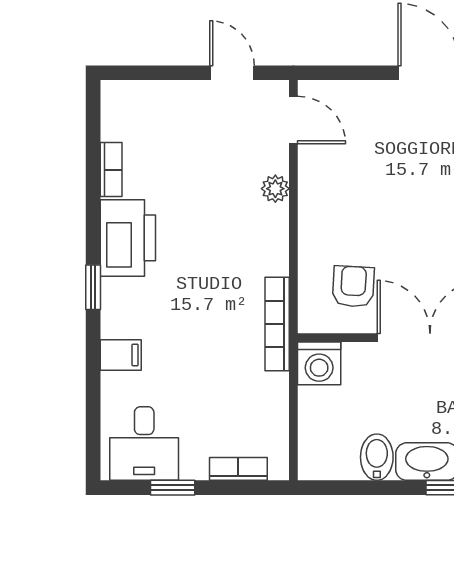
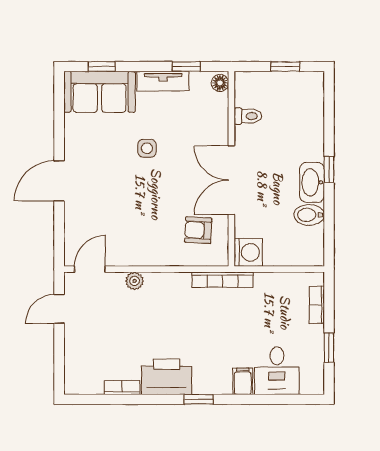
desk: (144, 444) -> (277, 371), moved, turned 90

